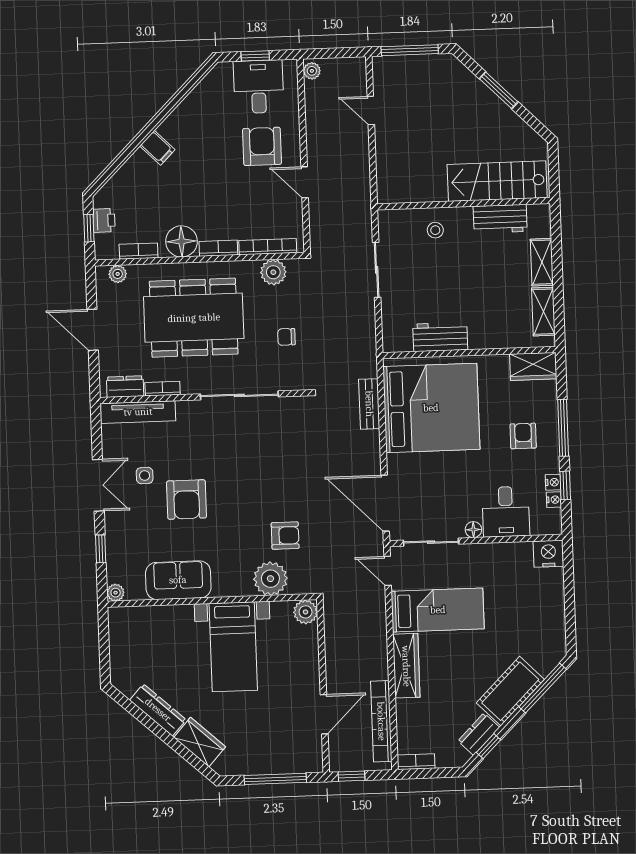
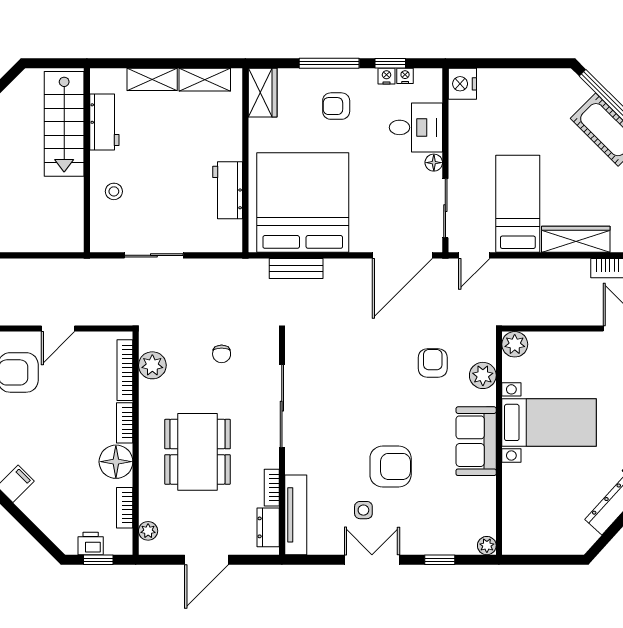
dining table: (194, 318) -> (197, 452), width x0.73, depth x0.80
plant: (270, 579) -> (483, 375), width x0.73, depth x0.73
sofa: (178, 580) -> (476, 441), moved

